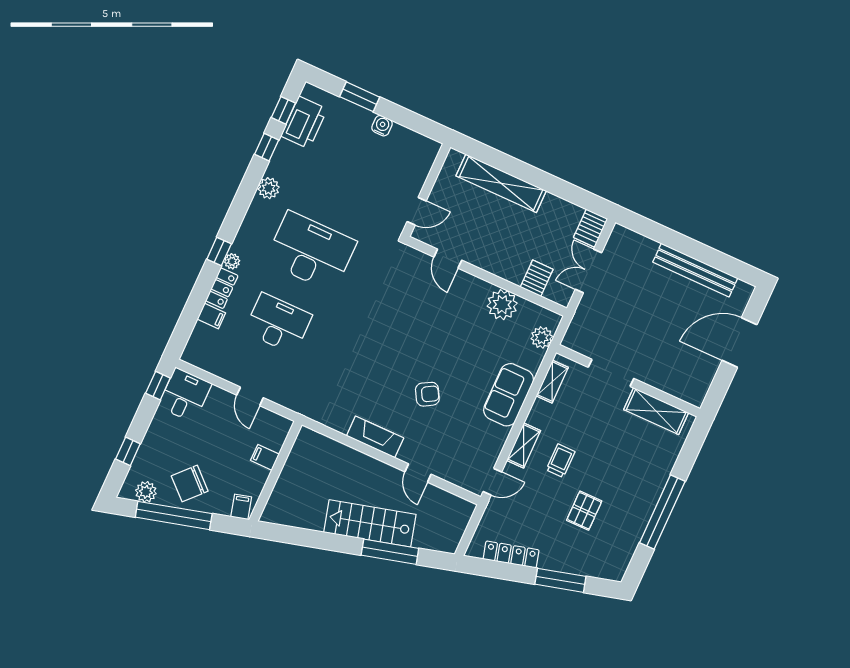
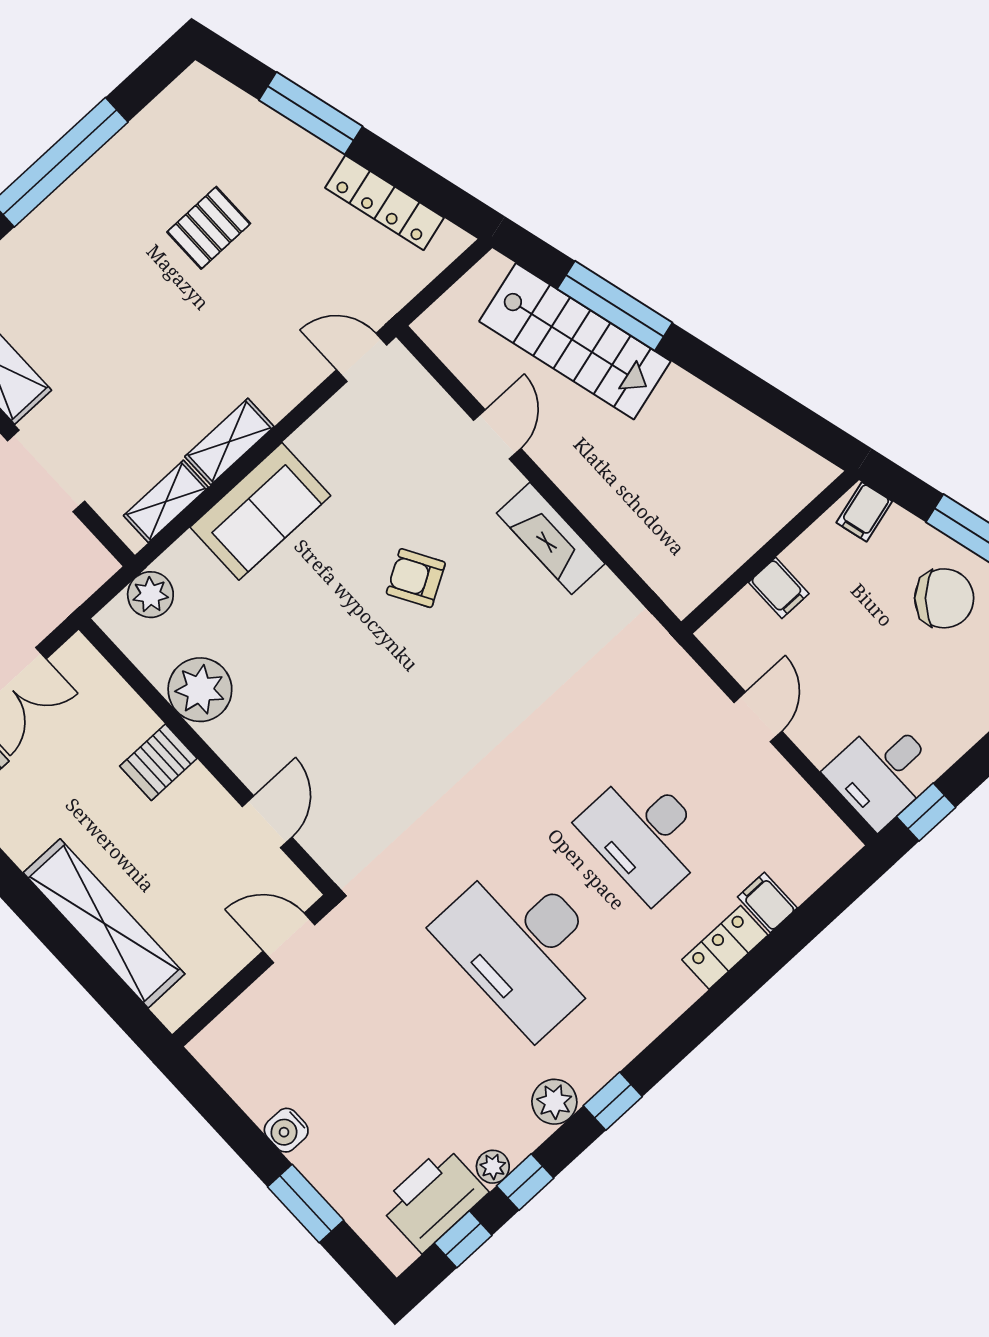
window: (219, 251) -> (613, 1101), moved
plant: (232, 261) -> (493, 1167), moved
server rack: (537, 278) -> (158, 762), moved
shelving: (524, 445) -> (229, 442), moved
trolley: (560, 461) -> (214, 343), removed
stairs: (370, 523) -> (575, 341), moved

